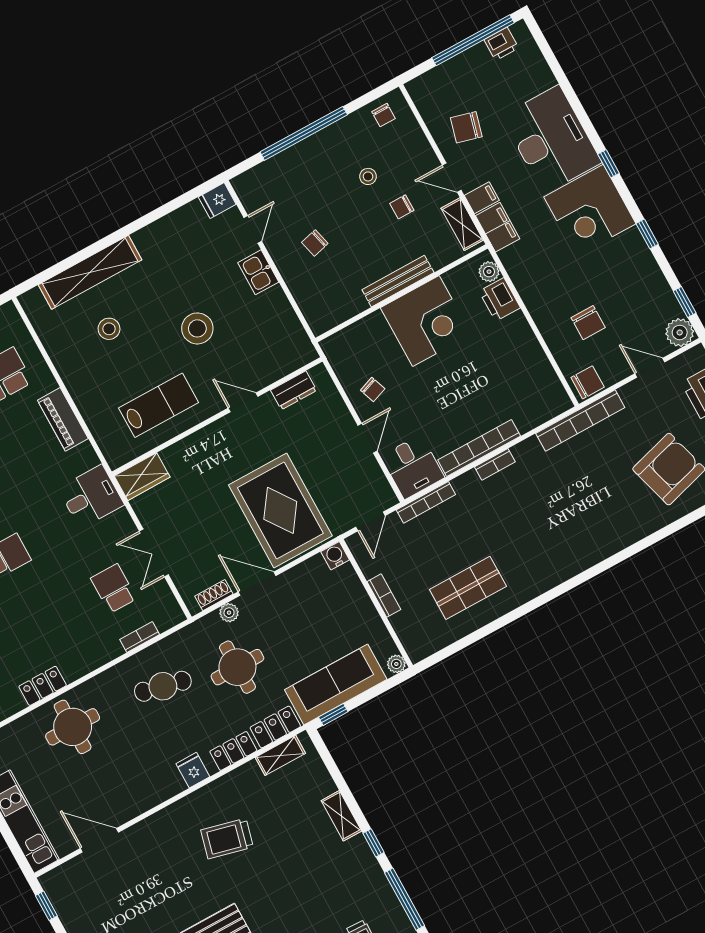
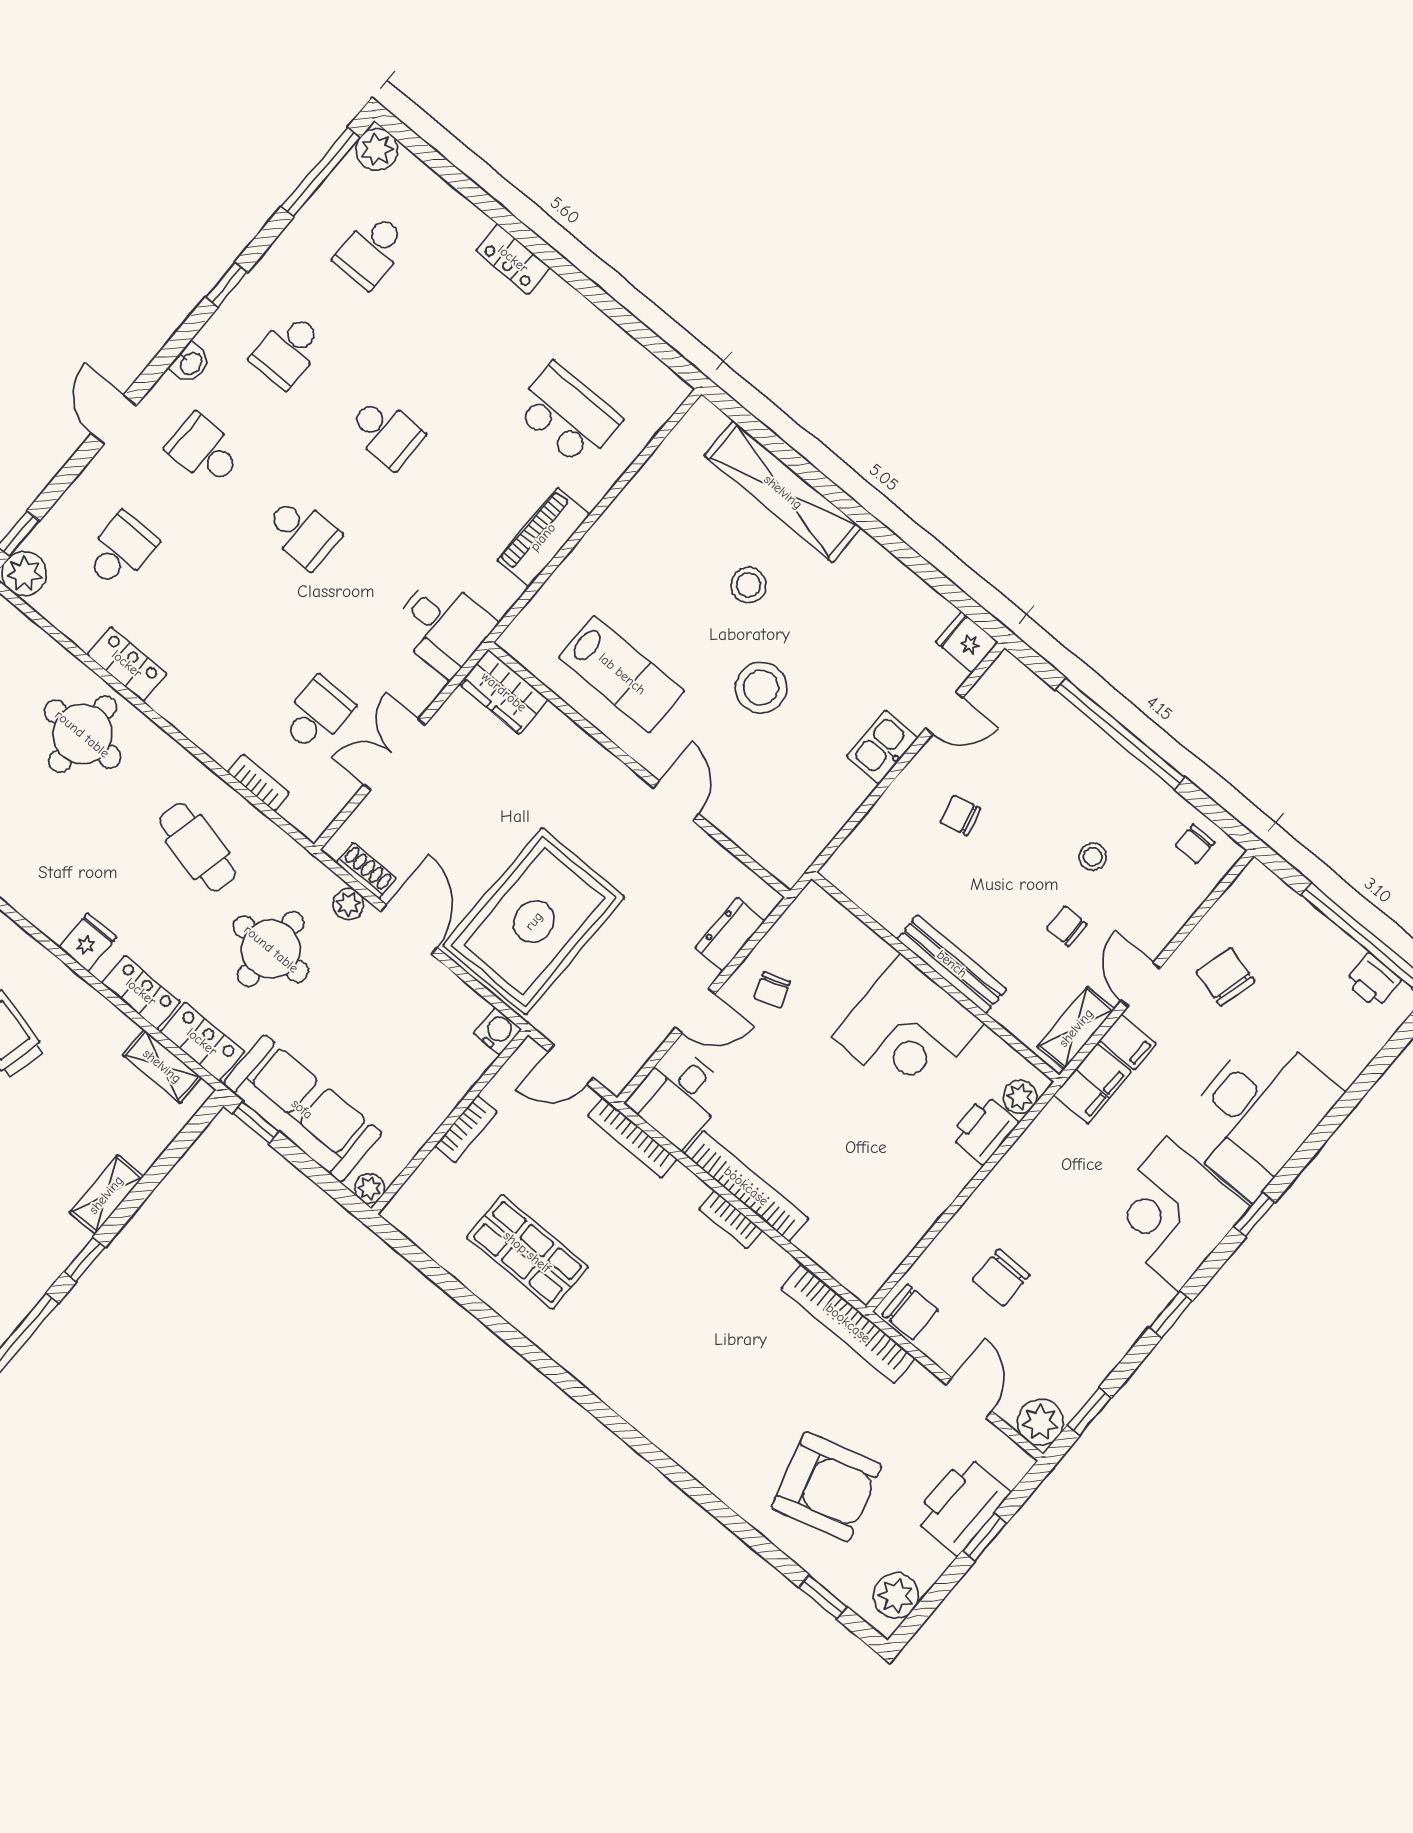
stool: (109, 329) -> (748, 585), moved
dresser: (294, 390) -> (730, 935), moved, turned 90

